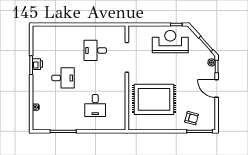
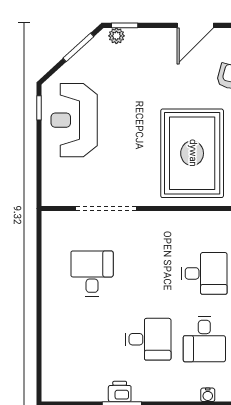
desk: (95, 50) -> (92, 273), turned 180
desk: (63, 78) -> (148, 339), turned 90
door: (217, 89) -> (195, 25), moved
desk: (63, 105) -> (204, 339), added

